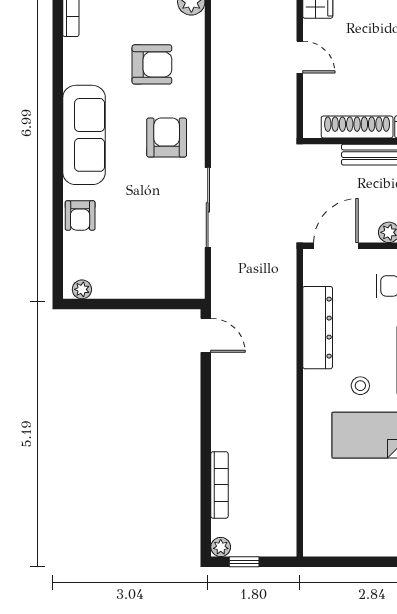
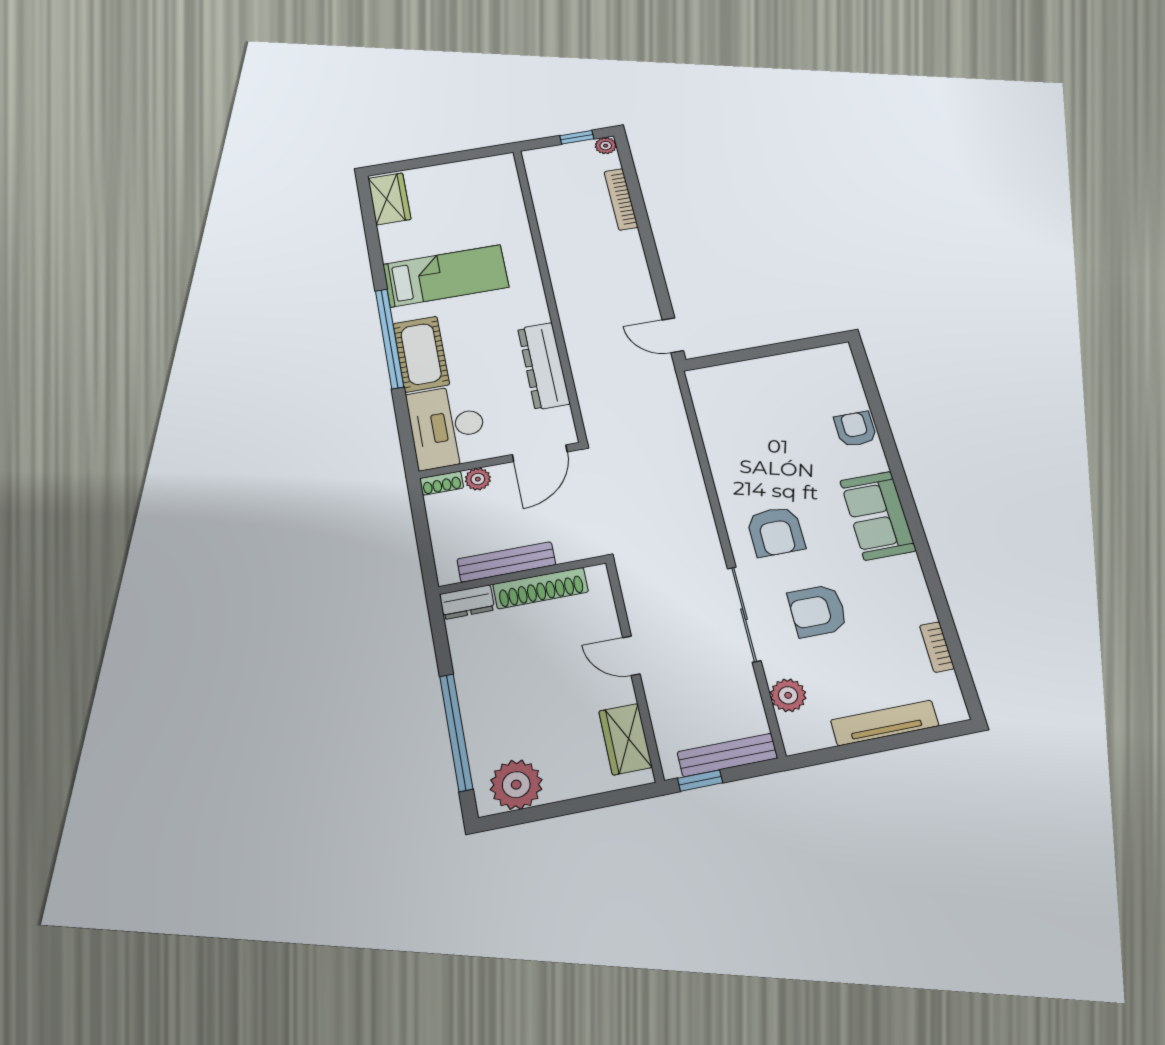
sofa: (84, 135) -> (878, 515), width x0.73
sliding door: (208, 207) -> (744, 614), moved
plant: (82, 289) -> (830, 355), removed
stool: (360, 386) -> (482, 318), removed

